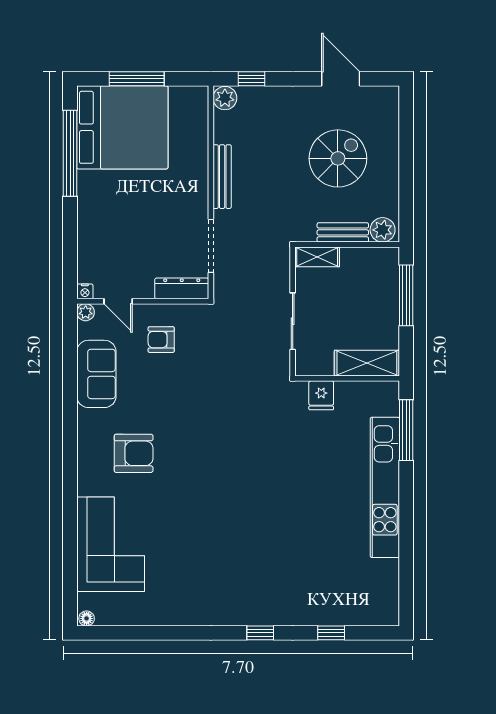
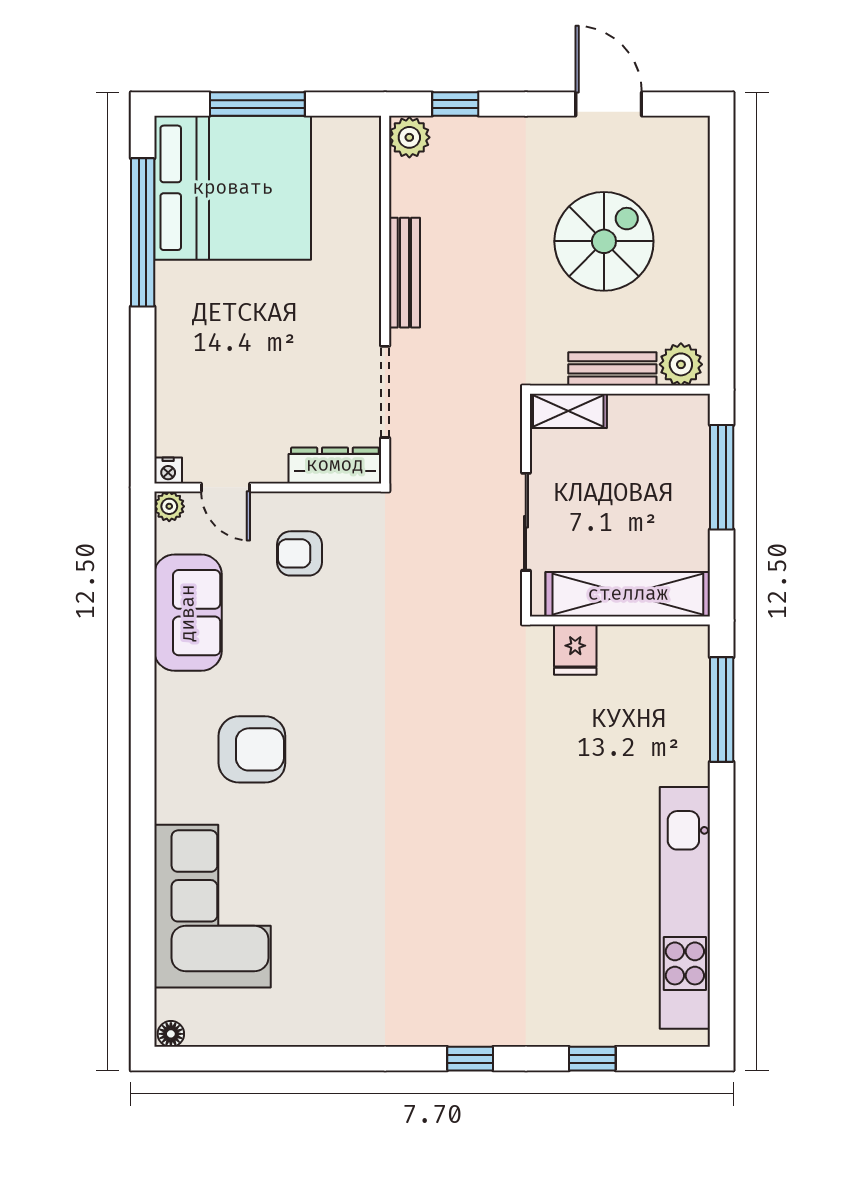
shelving: (367, 363) -> (628, 594), width x1.47
kitchen unit: (385, 487) -> (685, 908), moved

